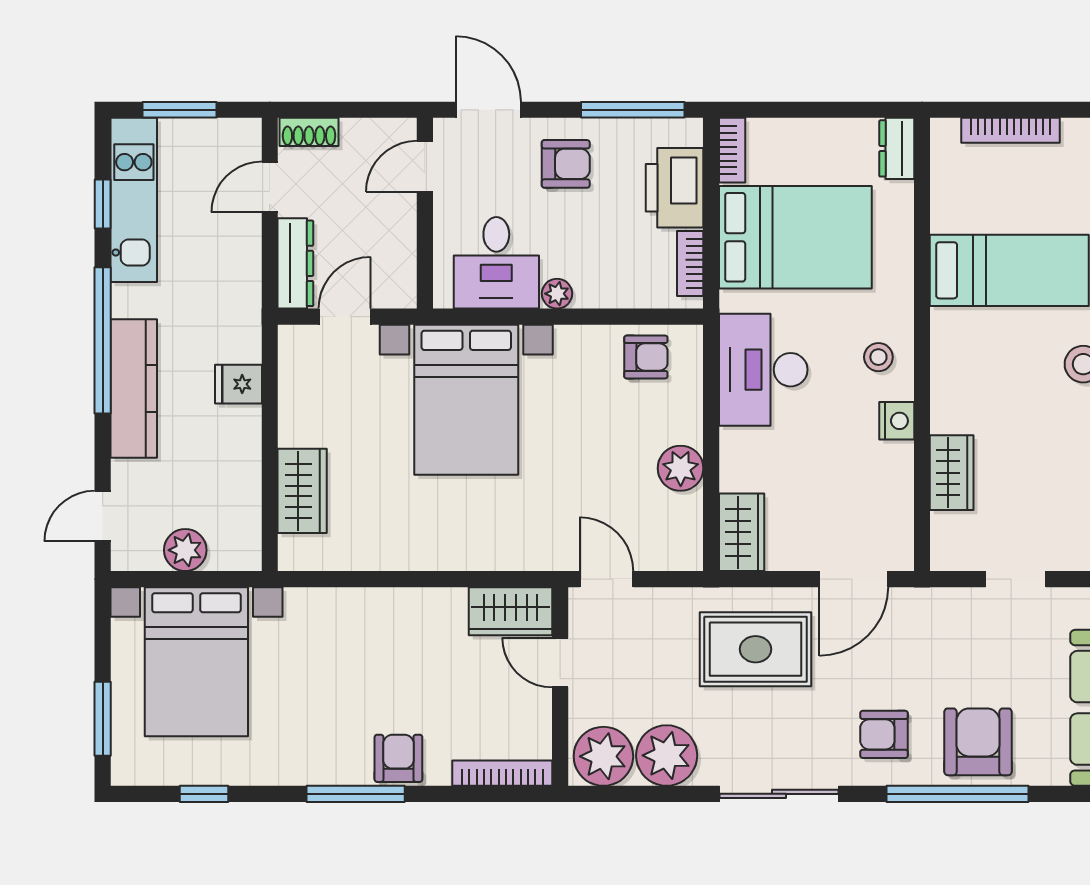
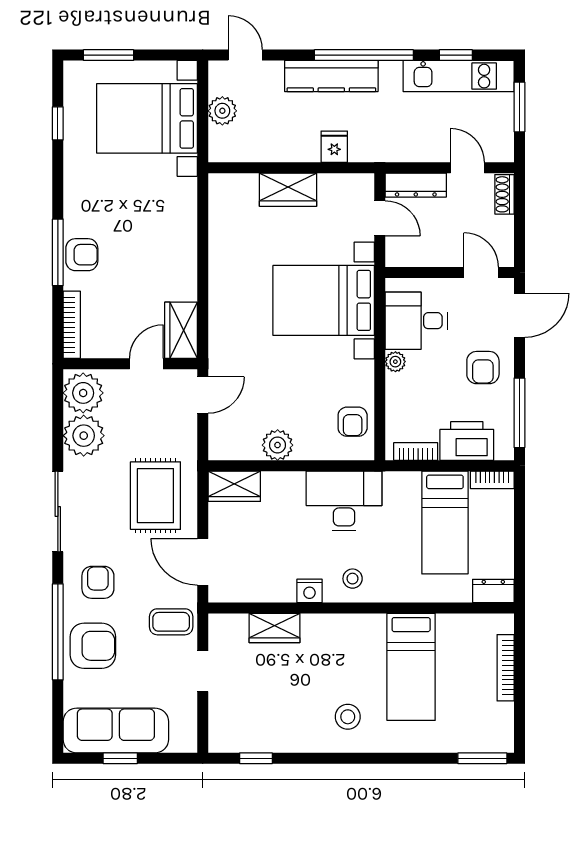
bed: (795, 237) -> (445, 523), width x0.67
wardrobe: (302, 491) -> (288, 190), moved
coffee table: (943, 626) -> (171, 622), added
window: (356, 794) -> (58, 252), moved

